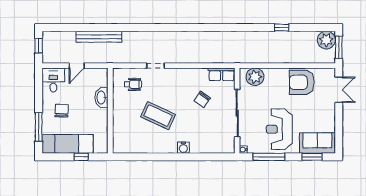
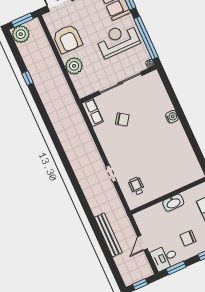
door: (77, 66) -> (143, 243), swing flipped
plant: (255, 77) -> (74, 66), moved
window: (39, 87) -> (176, 268), added
washbasin: (102, 97) -> (173, 203), moved
coffee table: (158, 116) -> (154, 152), removed
reception desk: (279, 129) -> (118, 40), turned 180
window: (269, 157) -> (146, 38), width x1.46

